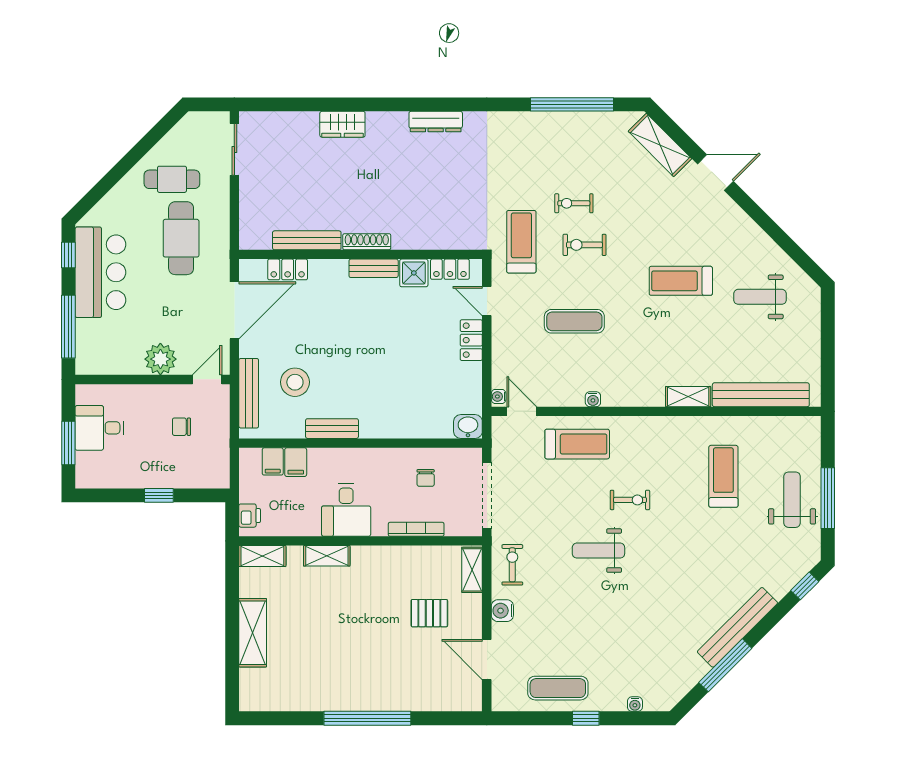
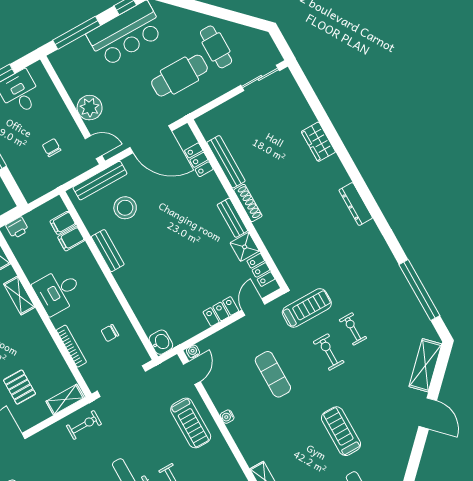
water cooler: (502, 611) -> (49, 436), removed

